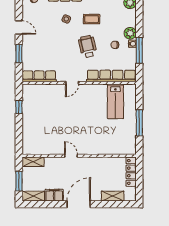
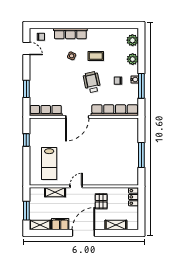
door: (19, 27) -> (26, 49), moved
plant: (130, 33) -> (133, 59), moved
door: (72, 83) -> (77, 117), width x1.87
lab bench: (115, 102) -> (49, 163), moved
door: (71, 156) -> (76, 186), hinge flipped
shelving: (33, 162) -> (55, 192), moved
pallet: (97, 171) -> (101, 201), added
locker: (131, 172) -> (133, 197), width x0.66

